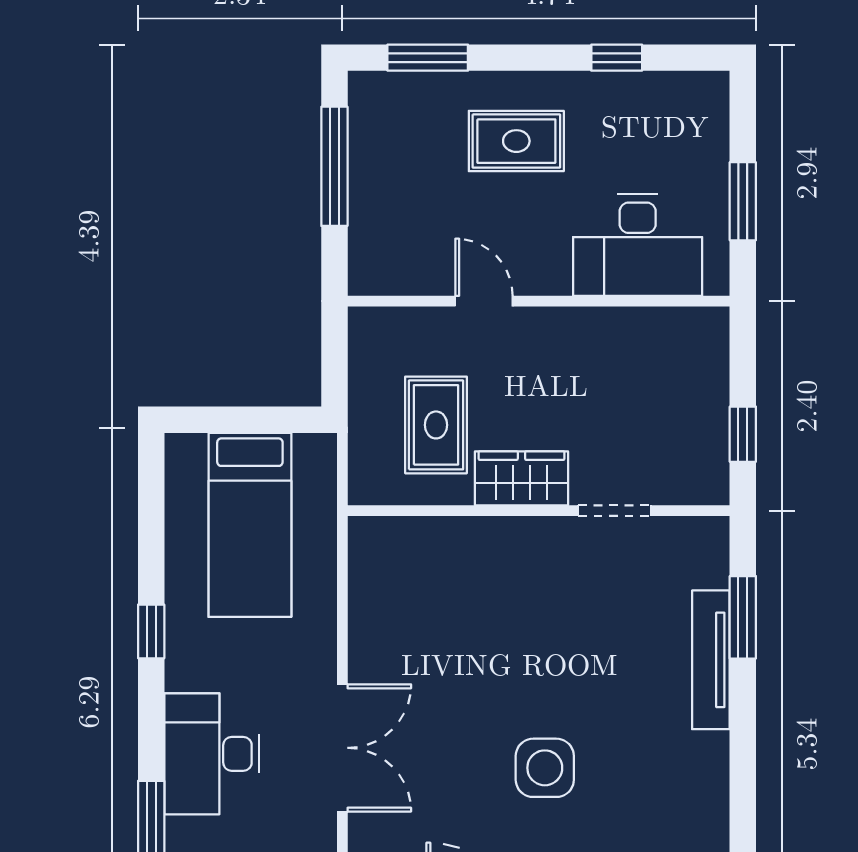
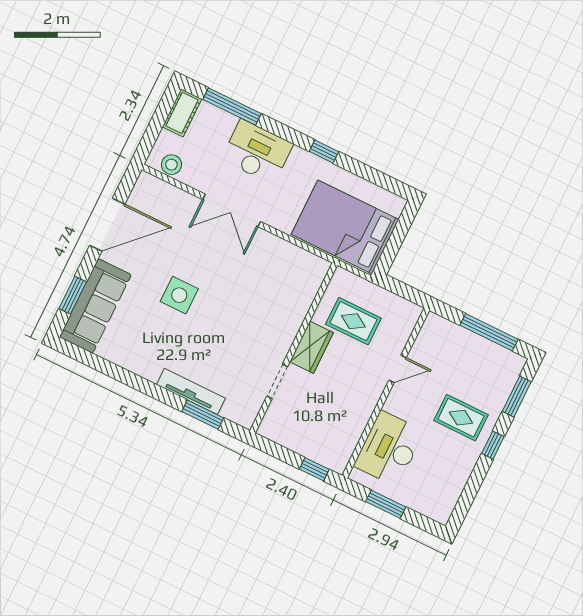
window: (617, 58) -> (493, 445), moved
rug: (516, 141) -> (461, 418), turned 90
window: (743, 434) -> (314, 469), moved
bed: (250, 525) -> (345, 227), width x1.50

